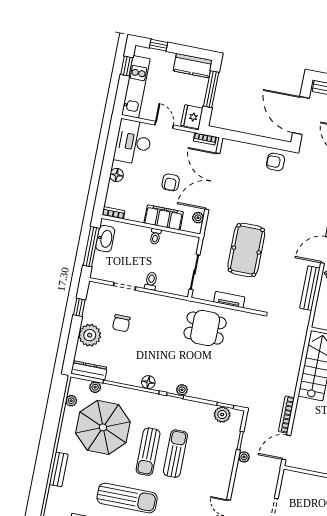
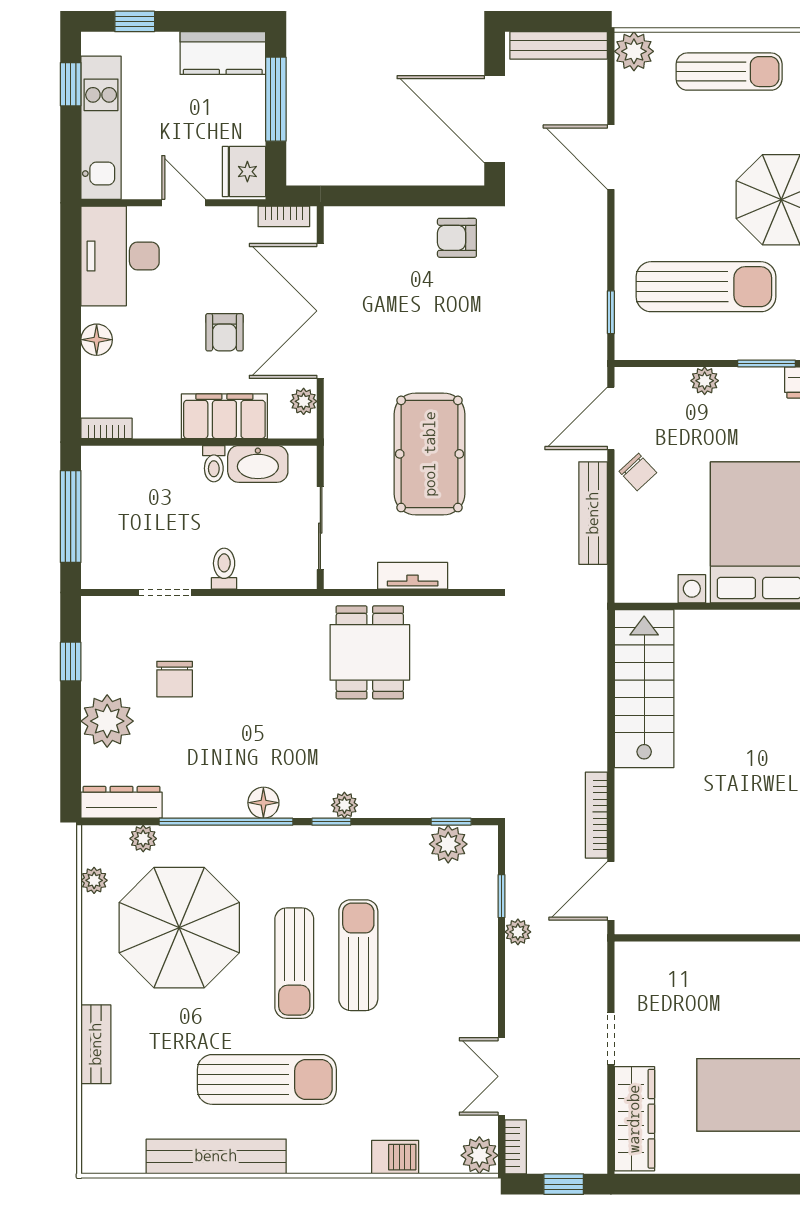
washbasin: (105, 239) -> (258, 464), moved, turned 90
dining table: (205, 328) -> (370, 652), turned 90

